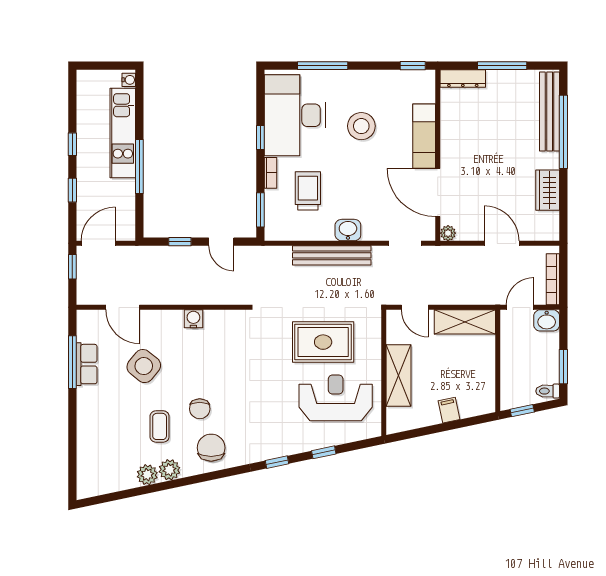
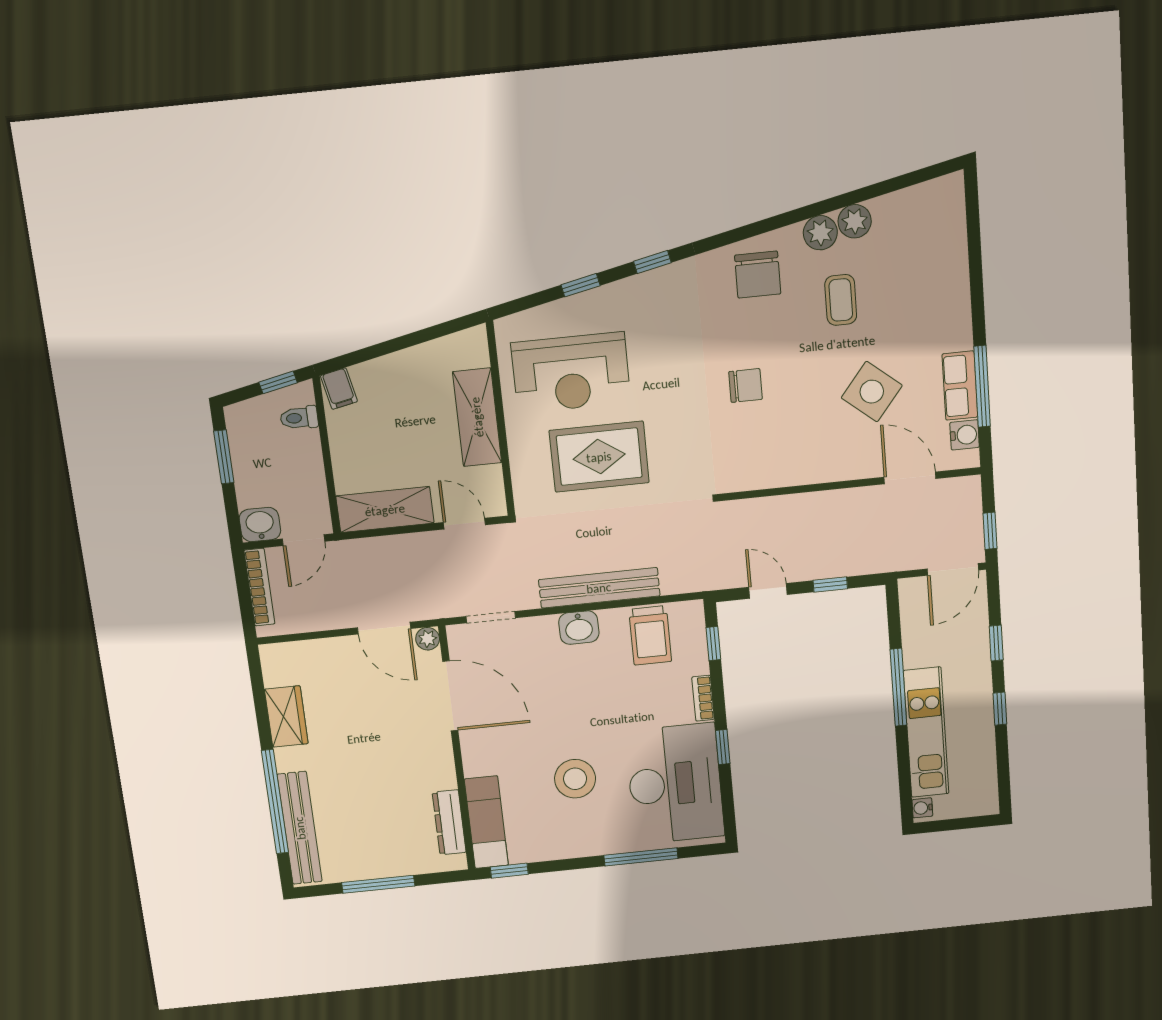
dresser: (463, 79) -> (449, 822), moved, turned -90
exam couch: (424, 136) -> (486, 822), moved
trolley: (308, 191) -> (650, 635), moved
window: (260, 210) -> (713, 644), width x0.67
door: (502, 243) -> (384, 628), moved
water cooler: (193, 319) -> (965, 435), moved, turned -90
toilet: (548, 391) -> (299, 418), moved, turned 180
chair: (200, 409) -> (746, 385), moved, turned 90
filing cabinet: (449, 410) -> (339, 389), moved

